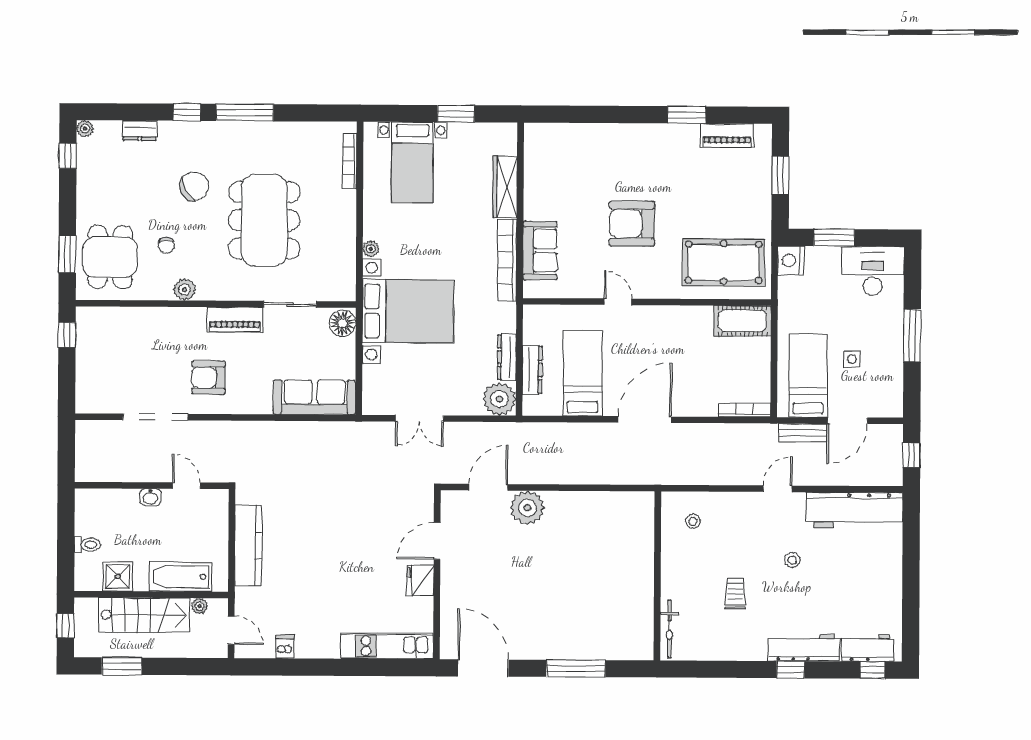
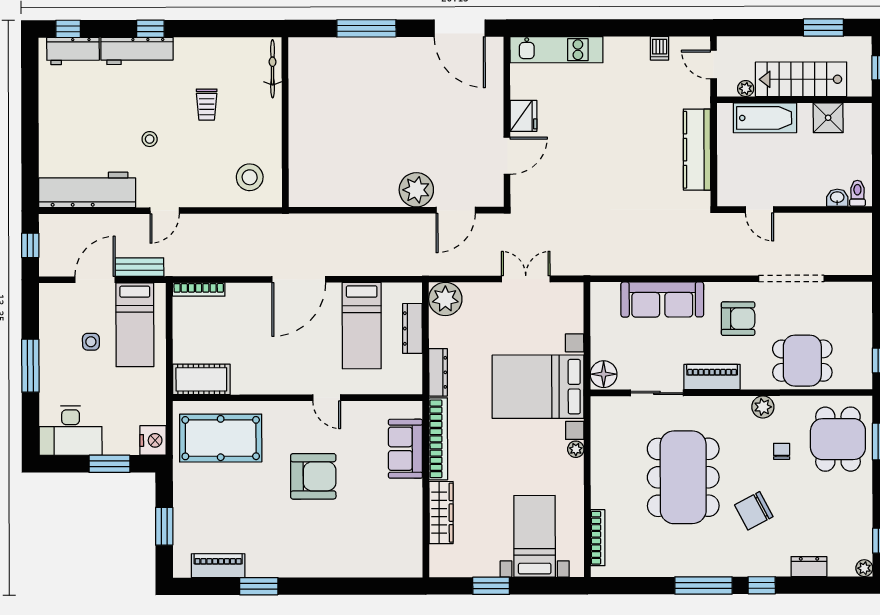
dining table: (145, 335) -> (802, 361), added
dresser: (507, 357) -> (438, 372), moved
sofa: (314, 397) -> (662, 299), moved
washbasin: (150, 497) -> (837, 198), moved
stool: (693, 521) -> (250, 177), width x1.89, depth x1.89
toilet: (87, 545) -> (857, 193), moved, turned 90

